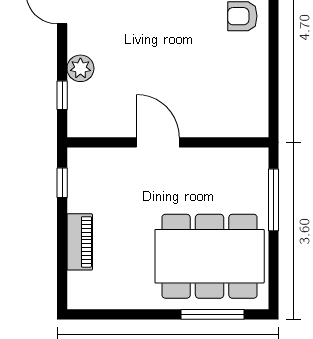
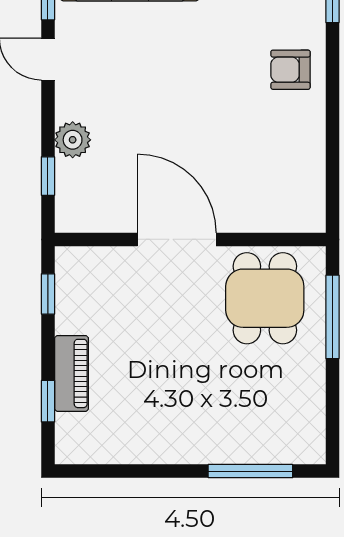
door: (158, 142) -> (177, 239), width x1.36
dining table: (210, 256) -> (265, 298), moved, width x0.53, depth x0.80
window: (62, 263) -> (48, 401), added

